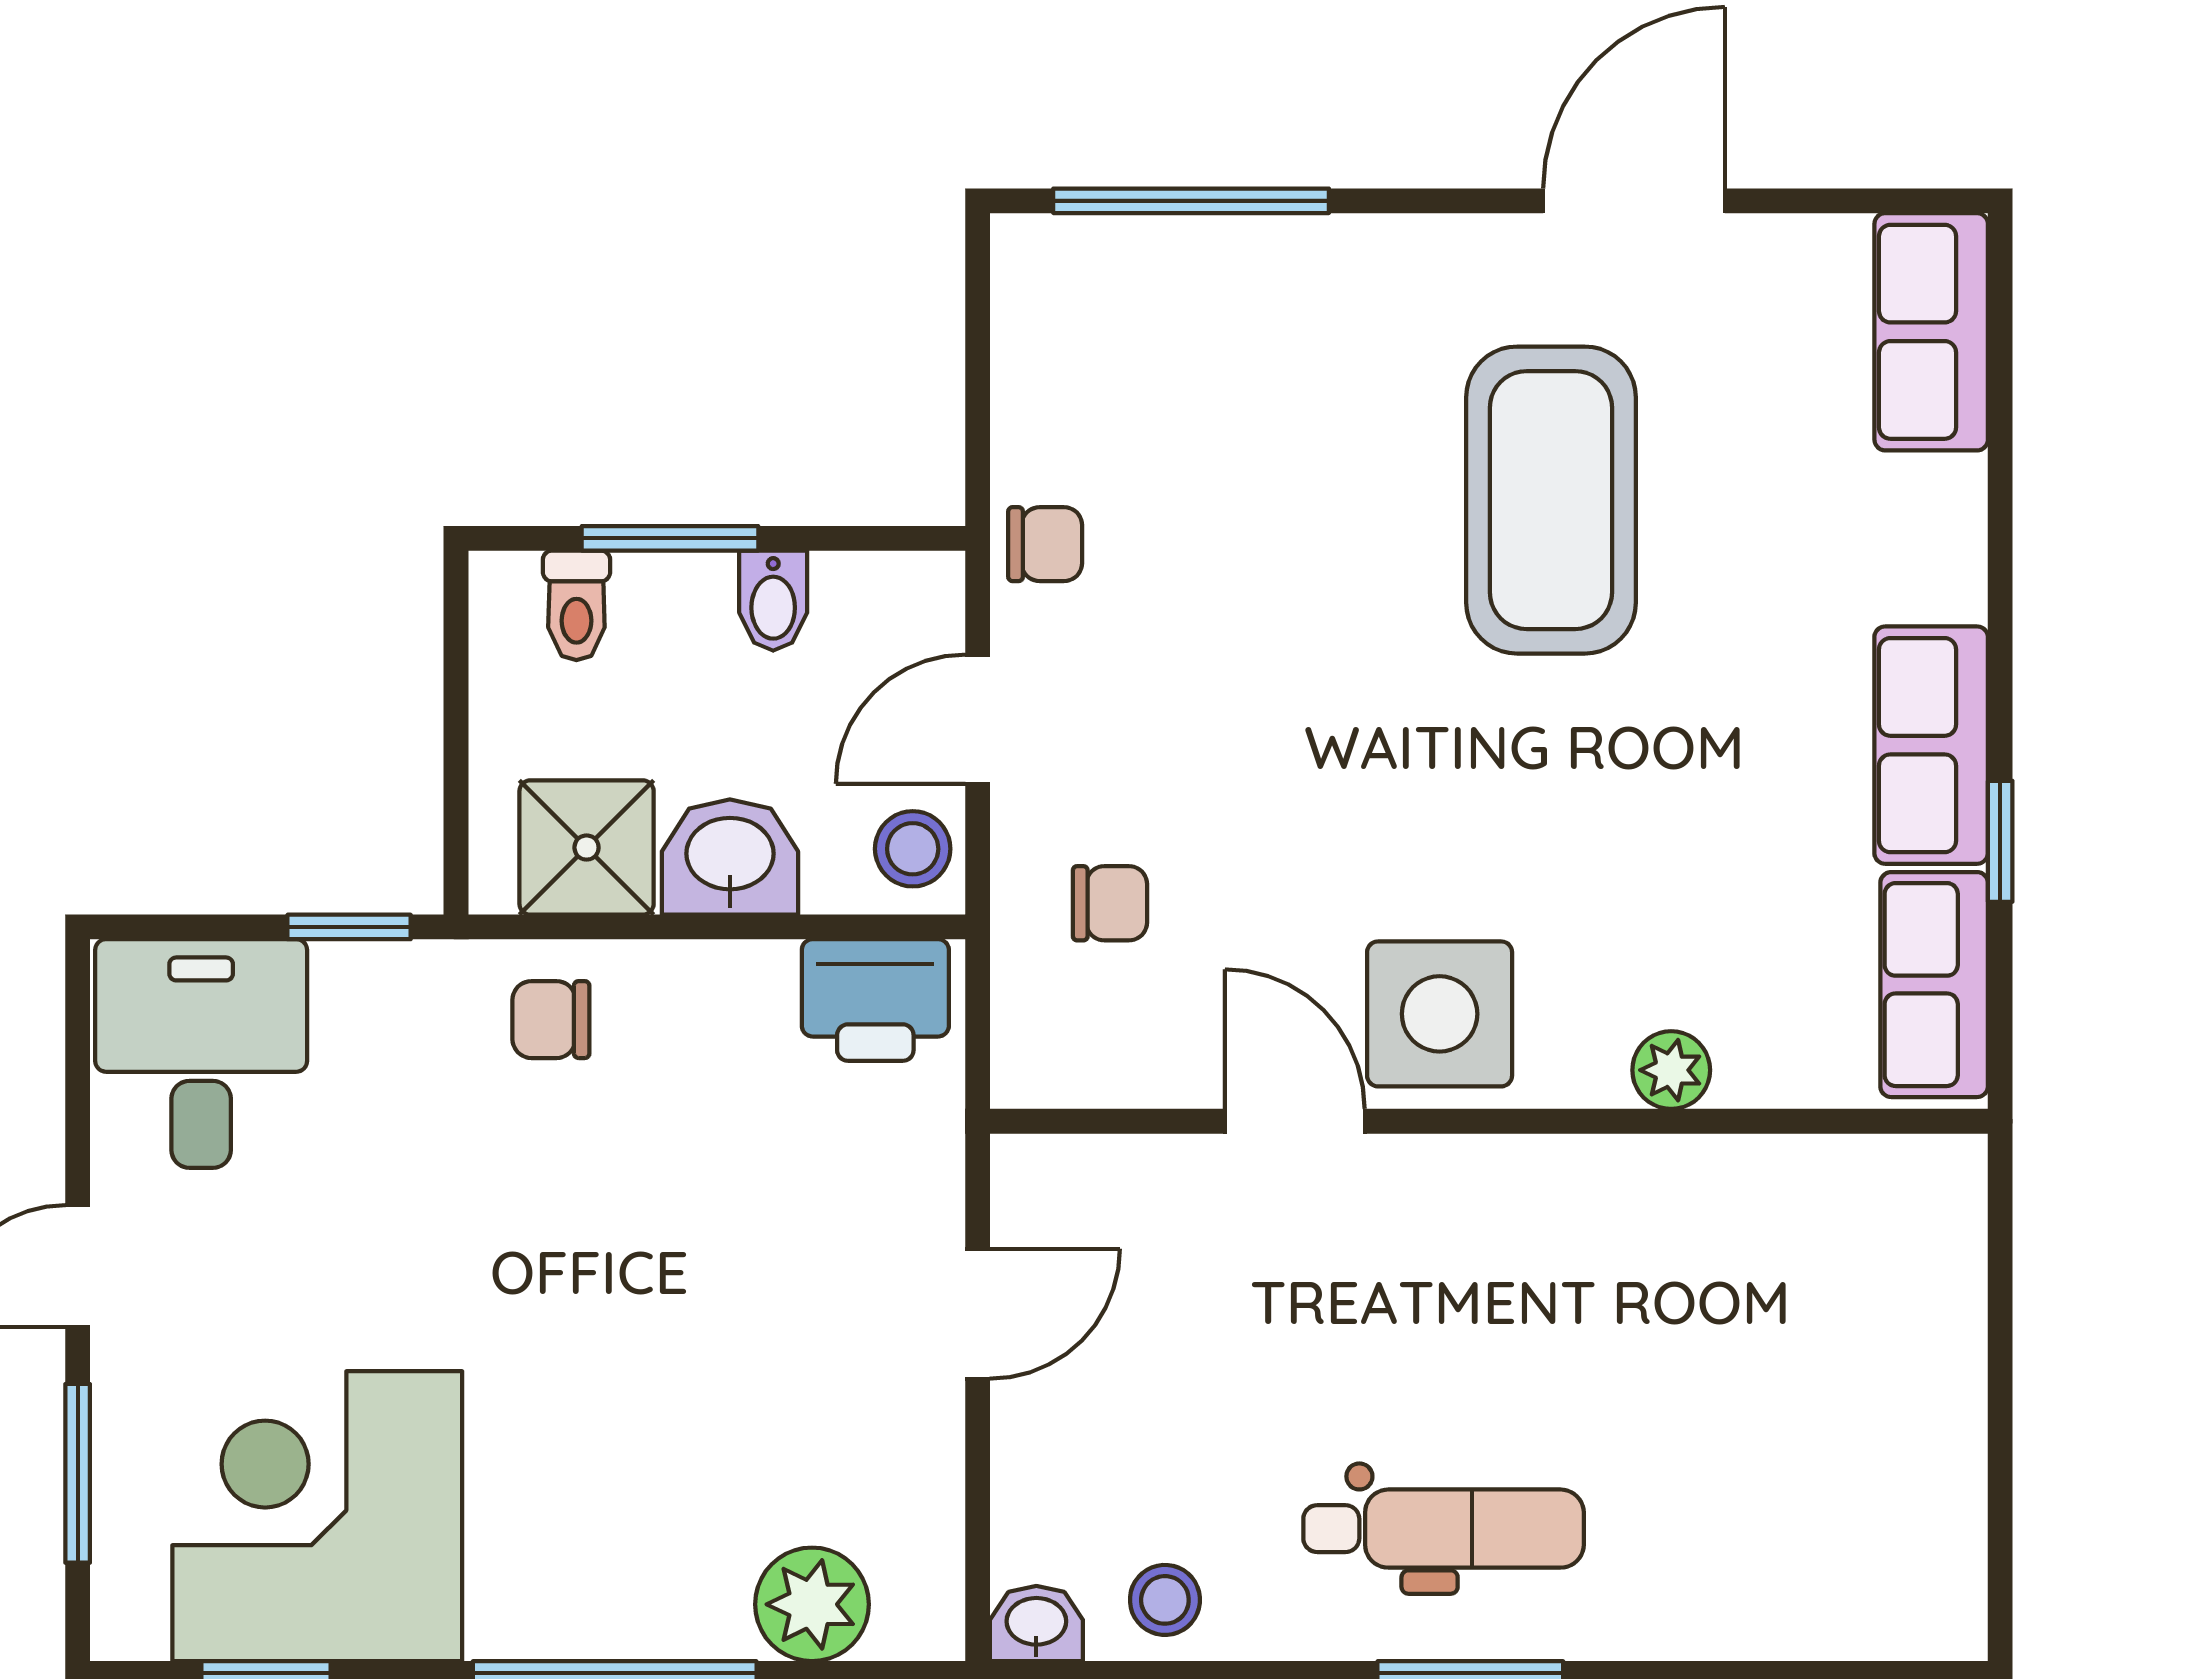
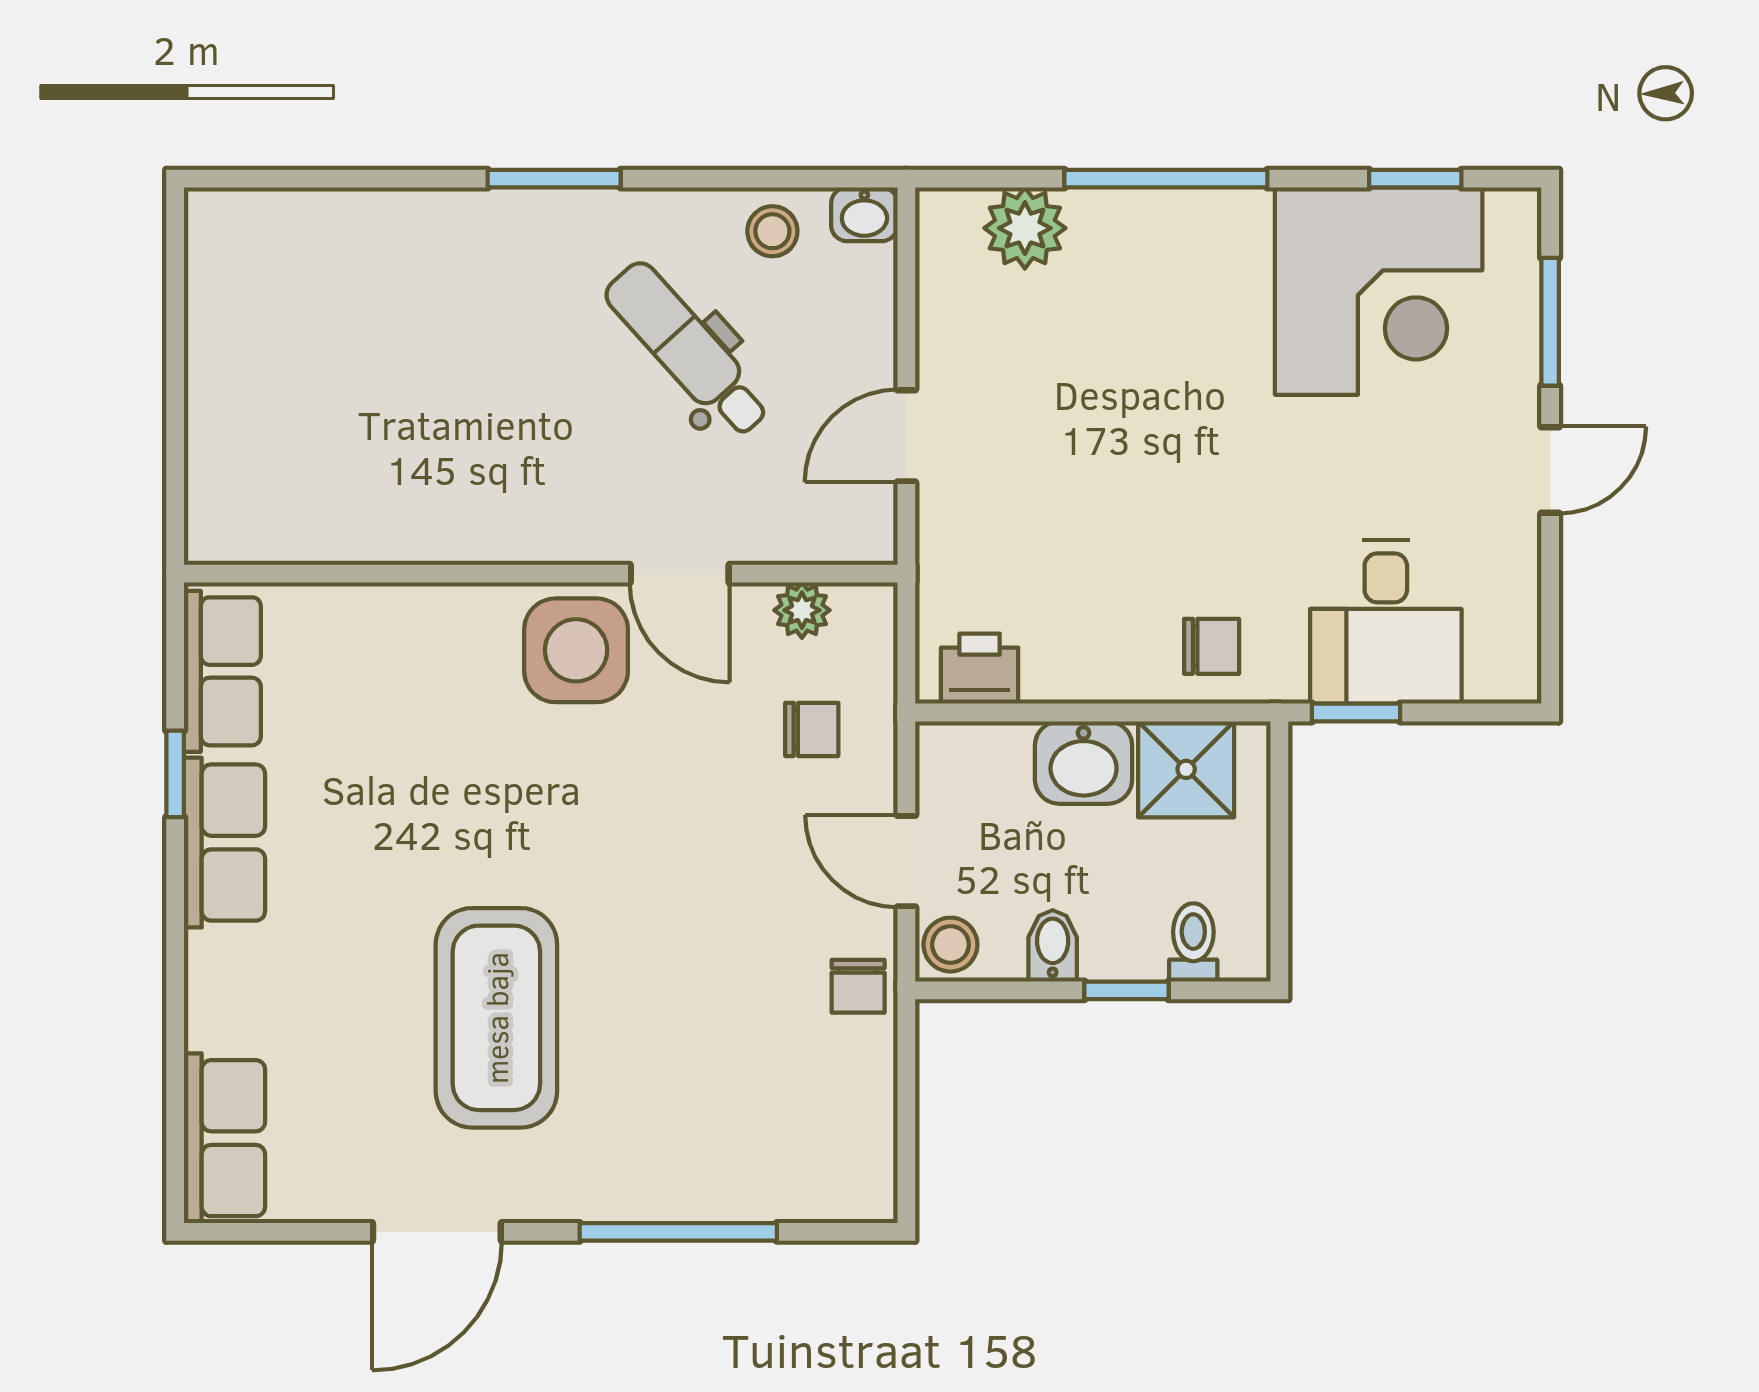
window: (1191, 201) -> (678, 1232), moved
window: (670, 538) -> (1126, 990), width x0.67
chair: (1045, 544) -> (858, 986), turned -90
door: (978, 719) -> (906, 861), swing flipped
stool: (913, 849) -> (950, 945), moved
chair: (1110, 903) -> (812, 729), turned 180
printer: (875, 1000) -> (980, 669), width x0.73, depth x0.81
desk: (201, 1053) -> (1386, 622), moved
plant: (1671, 1070) -> (802, 610), moved
dental chair: (1444, 1529) -> (688, 350), moved, turned 48

